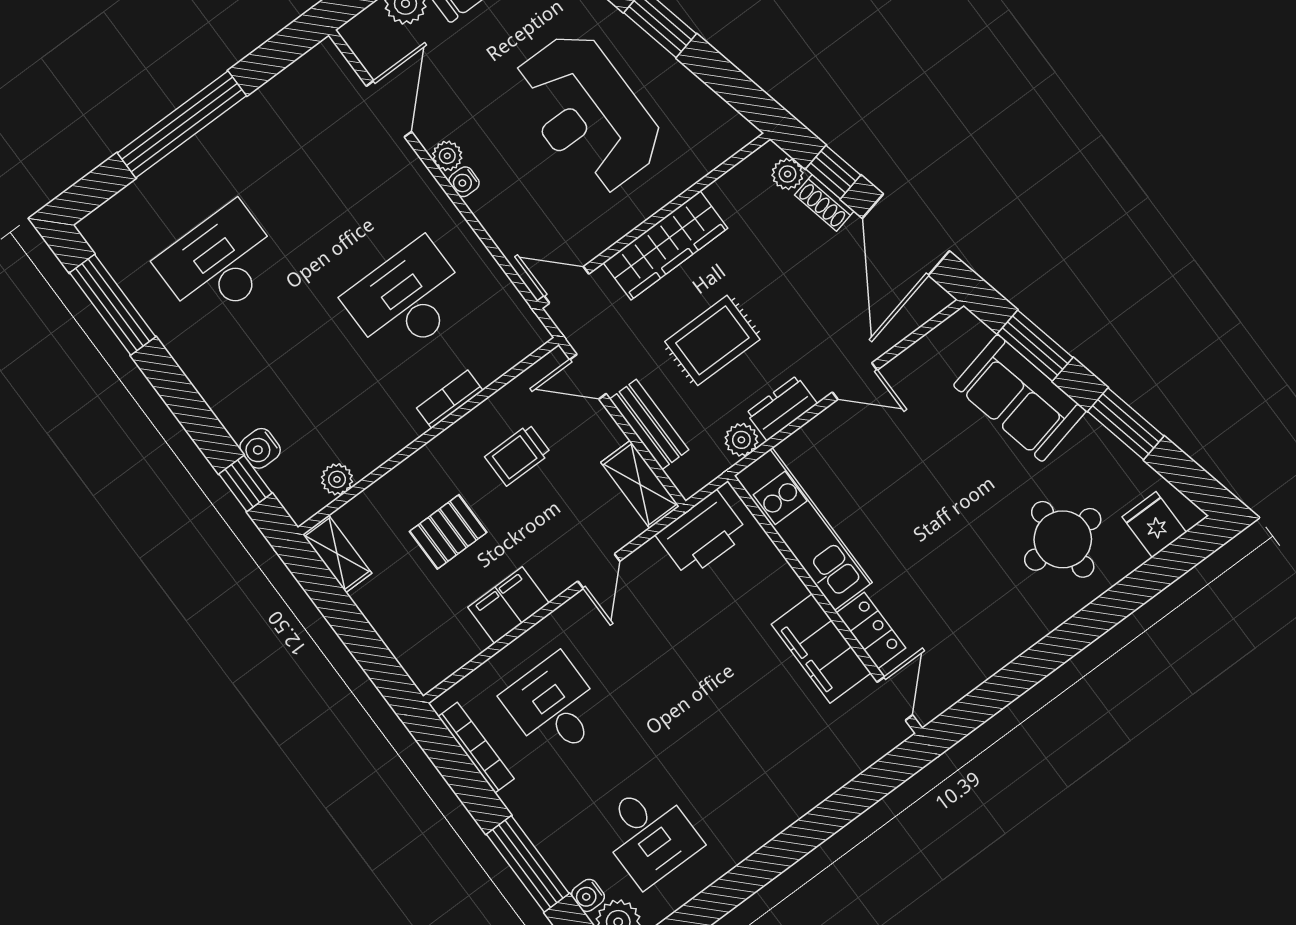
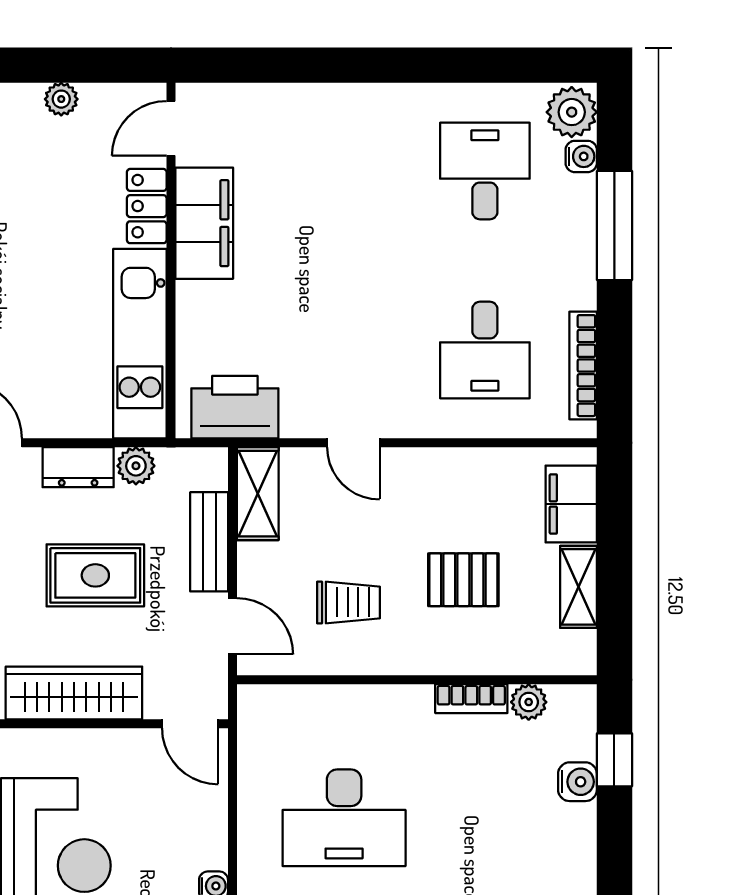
bookcase: (450, 399) -> (471, 699), moved
shelving: (337, 554) -> (578, 587), moved
door: (599, 571) -> (353, 443), swing flipped
filing cabinet: (508, 605) -> (571, 504), moved, turned 90
plant: (988, 661) -> (61, 99), added

